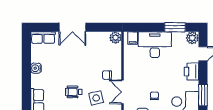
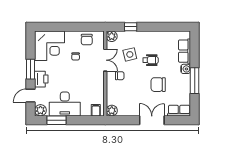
desk: (155, 45) -> (65, 104), moved
chair: (66, 66) -> (158, 85), added
water cooler: (36, 68) -> (186, 69), moved
window: (26, 70) -> (195, 81), added
window: (203, 95) -> (30, 69), moved

